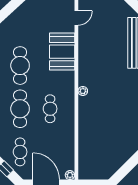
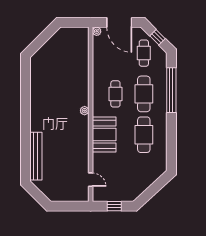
door: (76, 18) -> (91, 180), swing flipped
booth: (62, 52) -> (104, 135), moved

